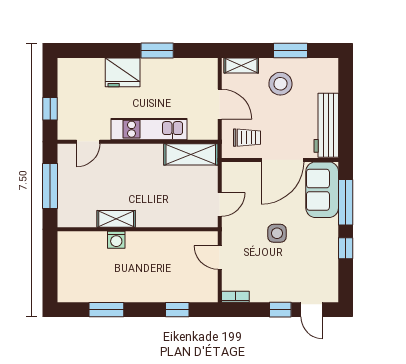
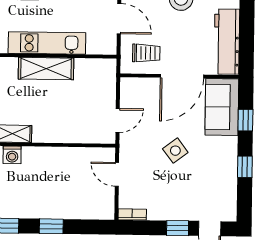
shelving: (191, 154) -> (46, 69), moved
window: (346, 202) -> (245, 120), width x0.46
side table: (277, 233) -> (175, 151), turned -37
window: (177, 310) -> (51, 226), moved

